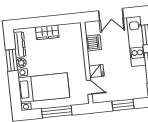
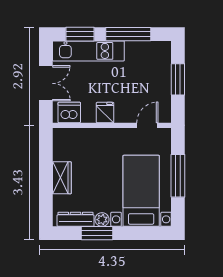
dishwasher: (94, 43) -> (69, 112), moved
fridge: (96, 71) -> (105, 113), moved

